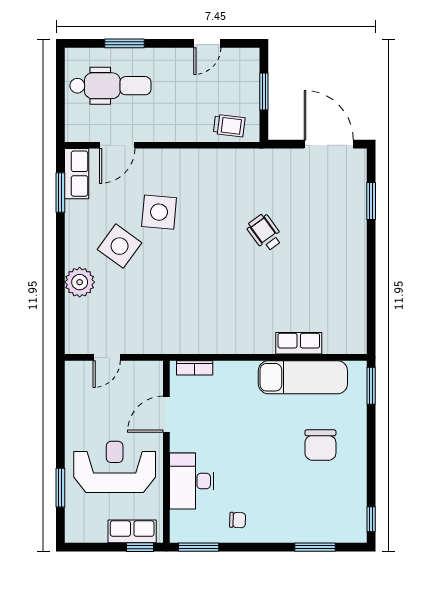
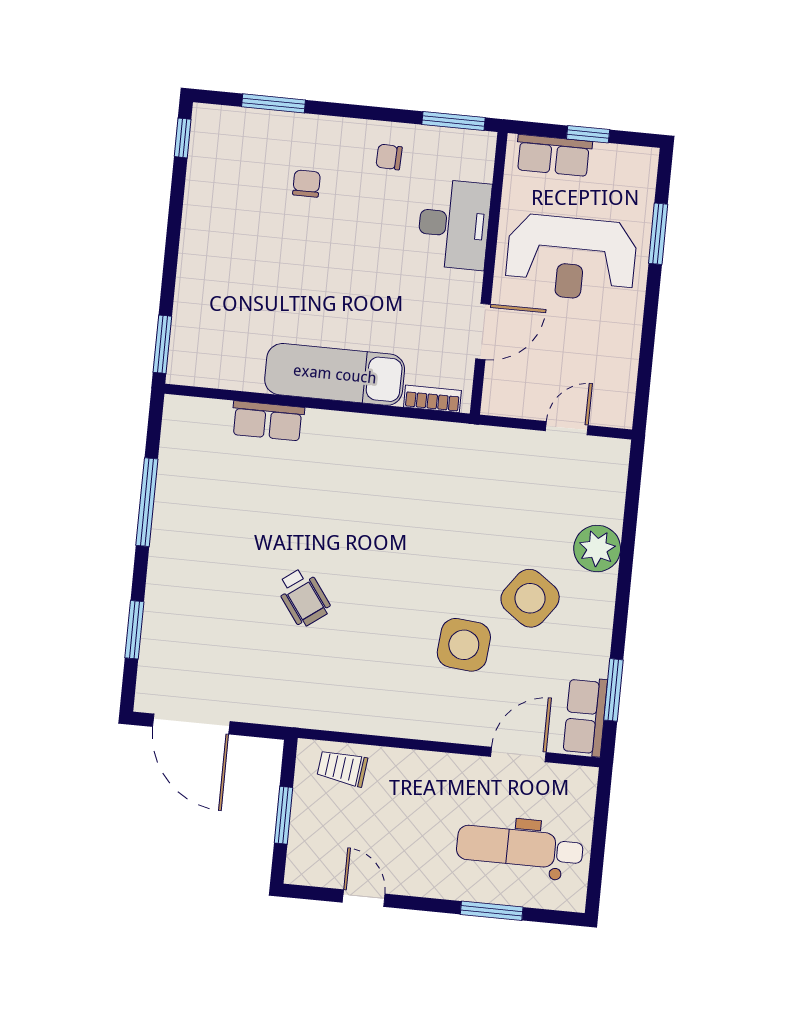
door: (207, 43) -> (364, 898), hinge flipped
window: (371, 284) -> (147, 502), added
exam couch: (303, 377) -> (335, 374), moved
chair: (320, 445) -> (307, 183), moved, width x0.54, depth x0.54
window: (140, 547) -> (588, 134), moved

